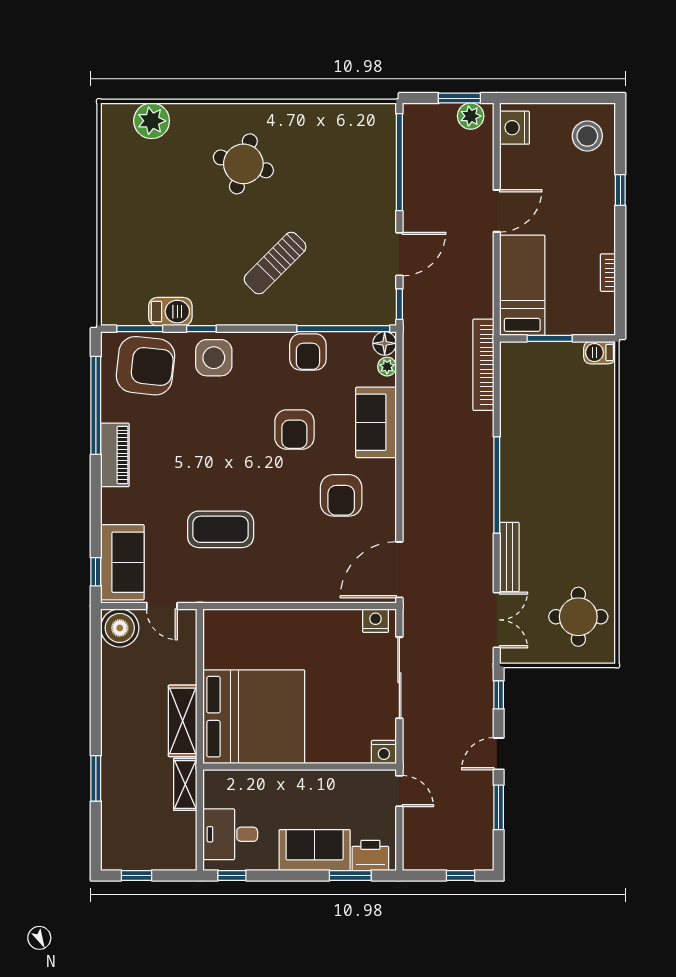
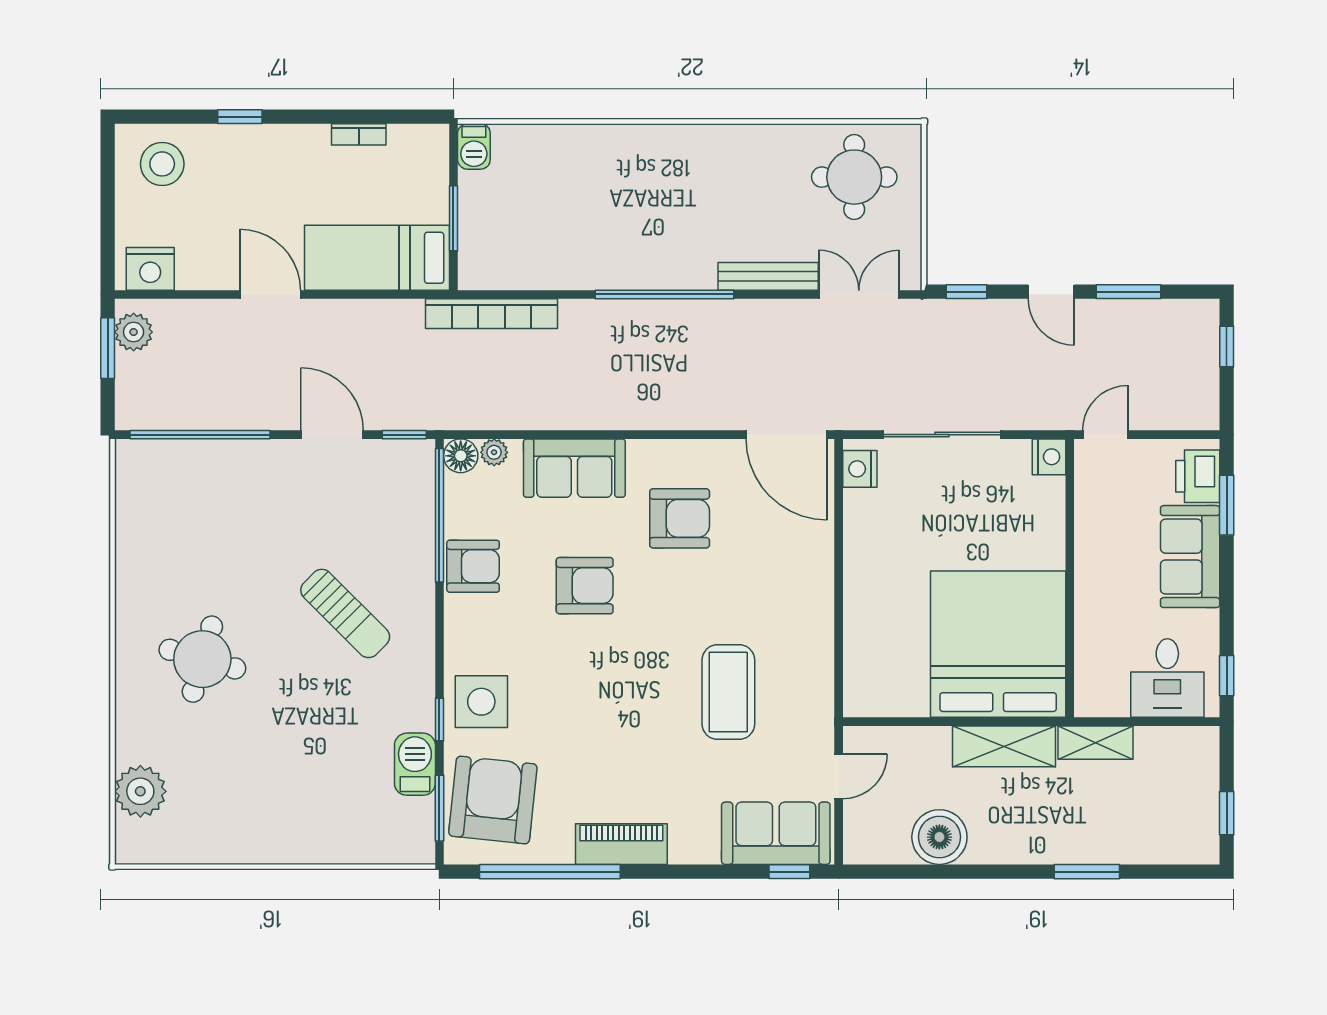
boiler: (120, 628) -> (939, 837), moved

